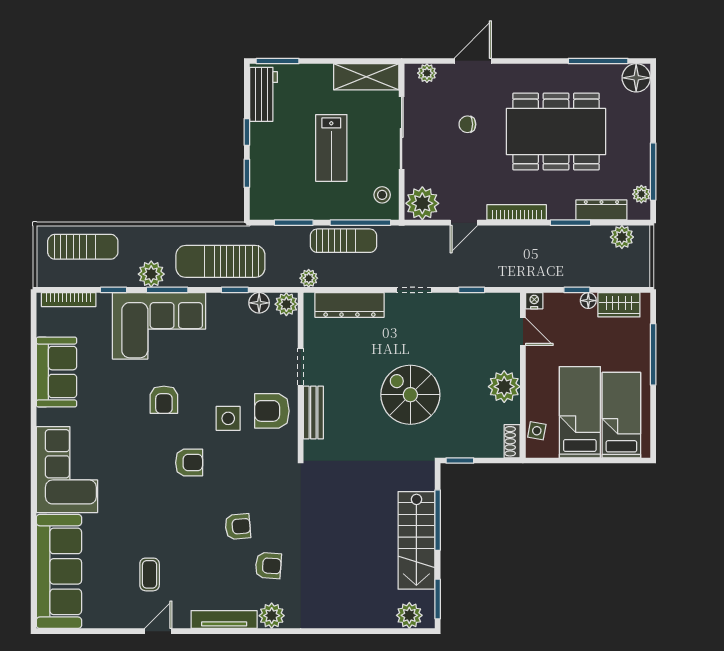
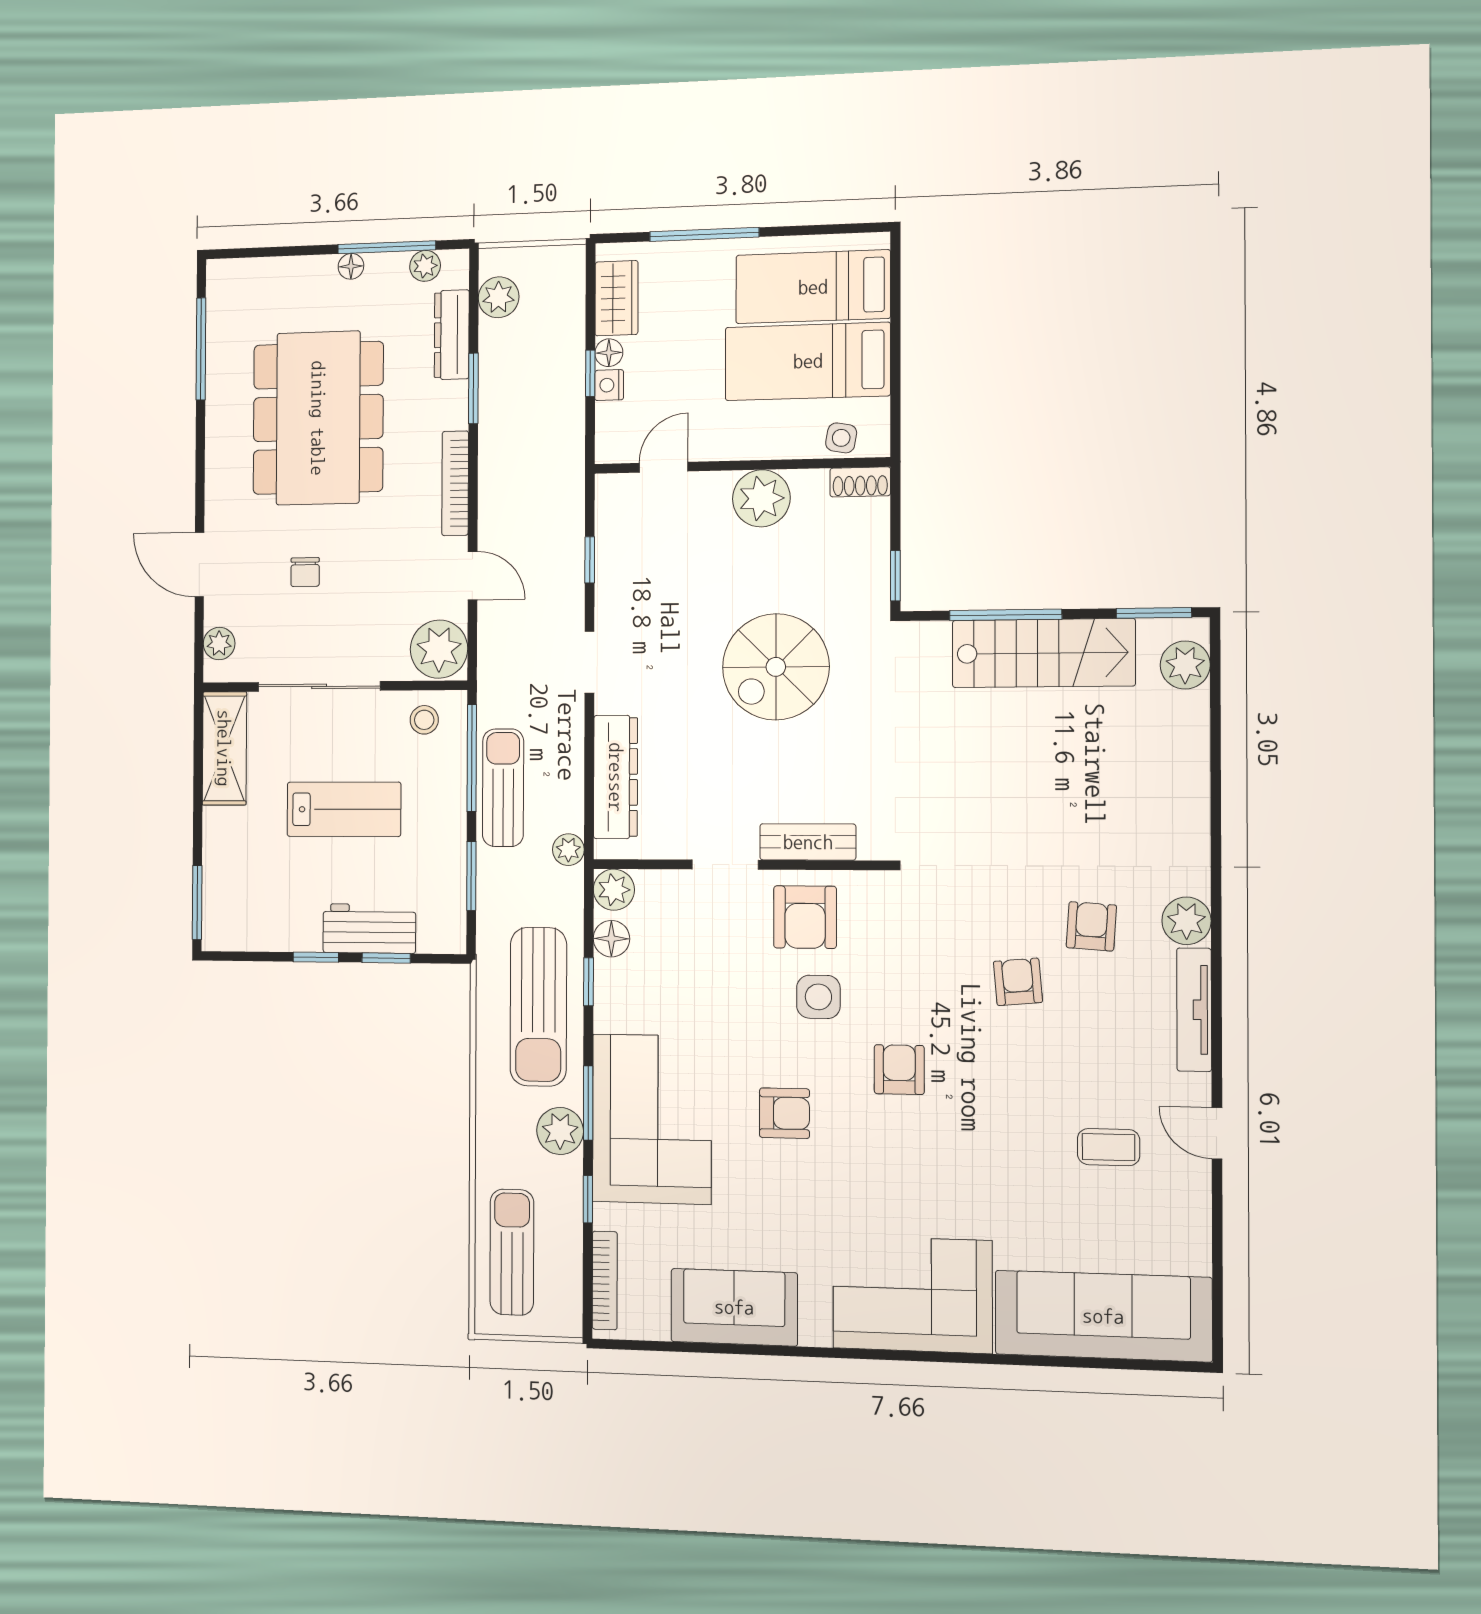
floor lamp: (636, 78) -> (351, 266), moved, width x0.53, depth x0.53
workbench: (263, 94) -> (369, 929), moved
nightstand: (534, 301) -> (609, 385), moved

